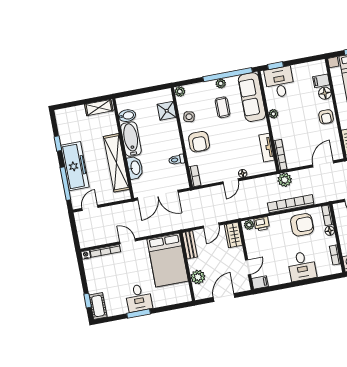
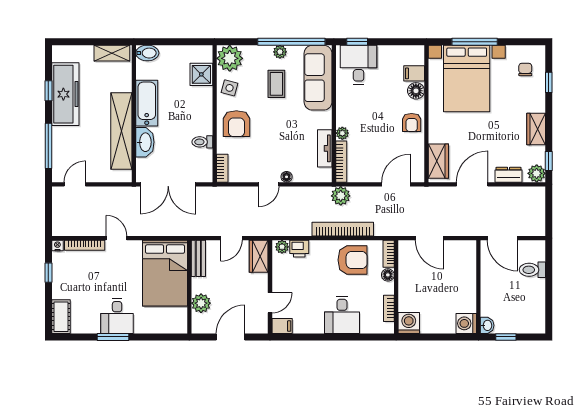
plant: (180, 91) -> (230, 58), width x1.88, depth x1.88
plant: (273, 114) -> (342, 133), moved
bidet: (127, 116) -> (147, 53), moved
freezer: (75, 166) -> (65, 94), moved
window: (88, 301) -> (48, 273), moved

